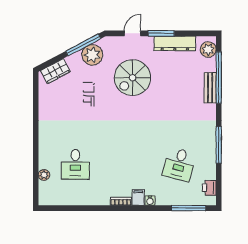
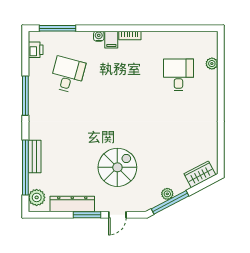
plant: (92, 55) -> (167, 194), width x0.53, depth x0.53

